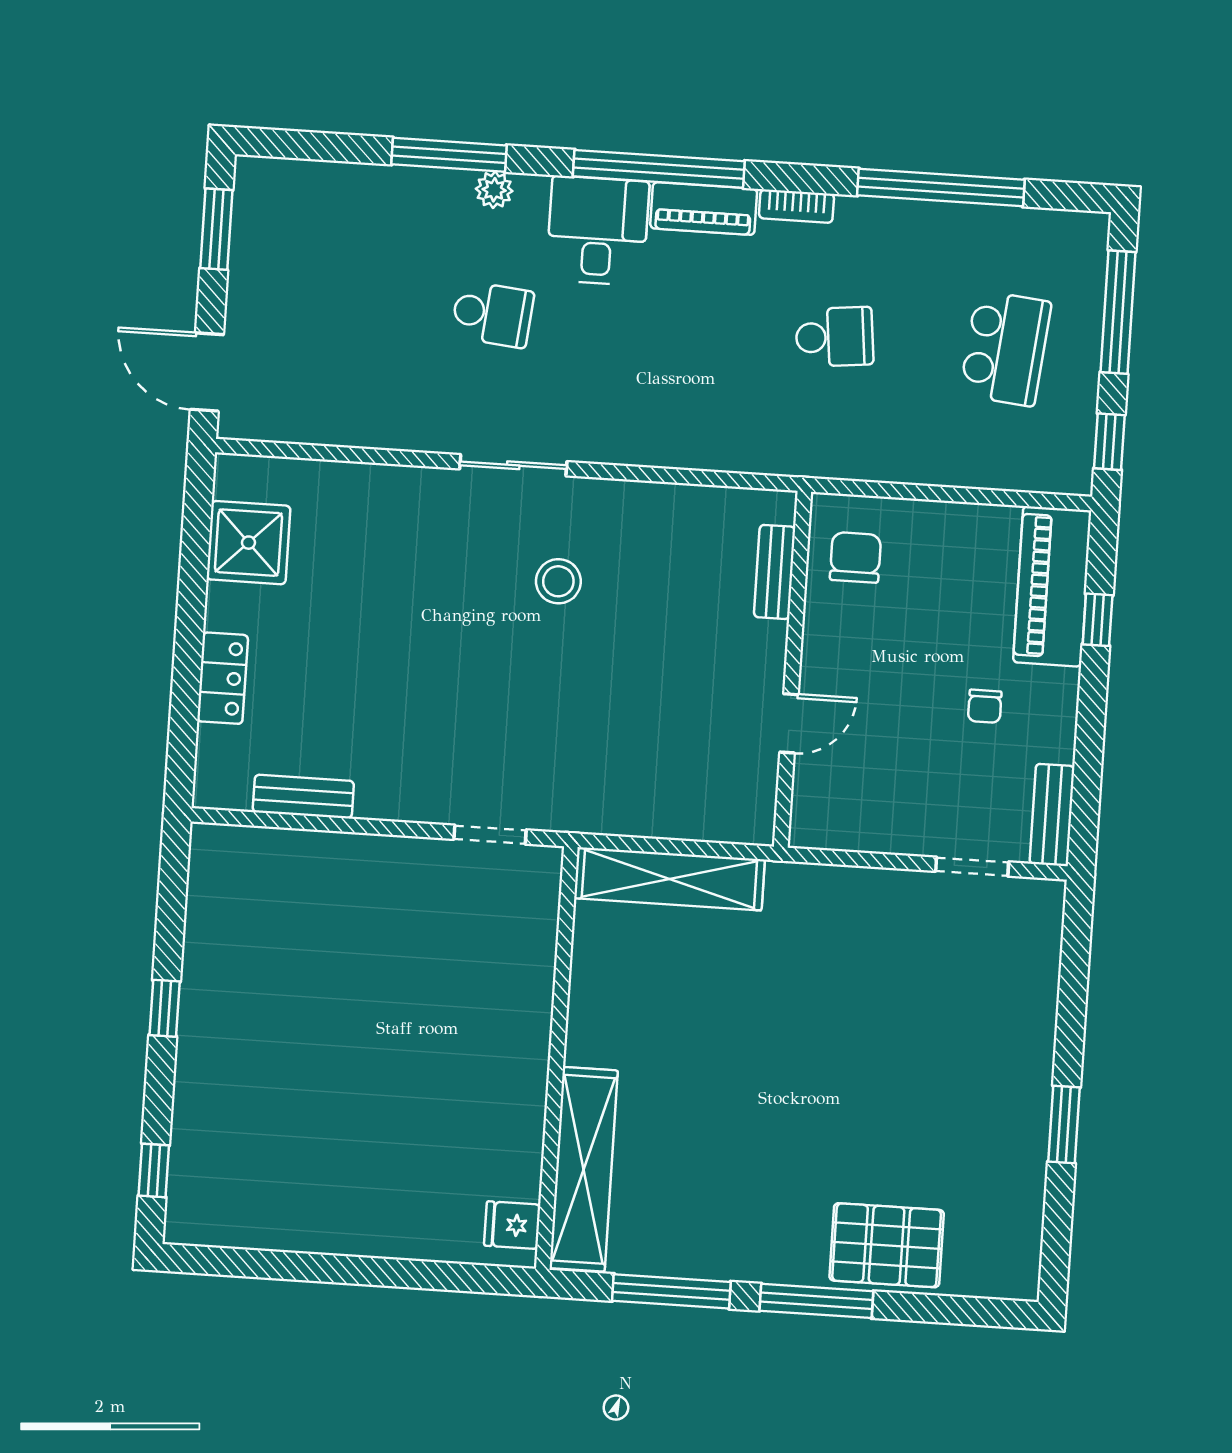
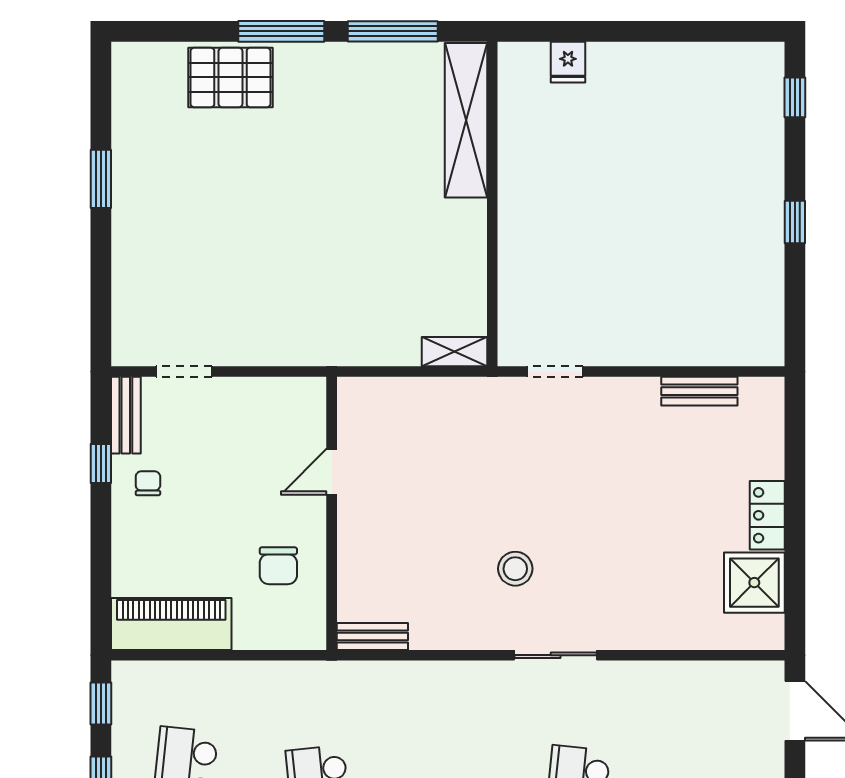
chair: (855, 557) -> (278, 566), moved
bench: (775, 572) -> (372, 636), moved, turned 90
piano: (1052, 586) -> (171, 624), moved, turned -90
window: (1098, 620) -> (101, 463), moved
locker: (223, 678) -> (767, 515), moved
chair: (985, 706) -> (148, 483), moved
shelving: (669, 879) -> (454, 352), width x0.45, depth x0.75
fridge: (512, 1225) -> (568, 62), moved, turned 90

